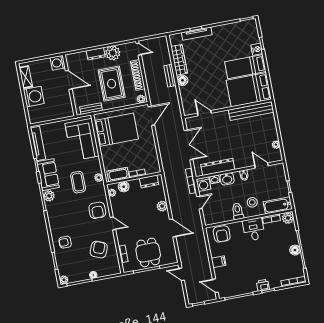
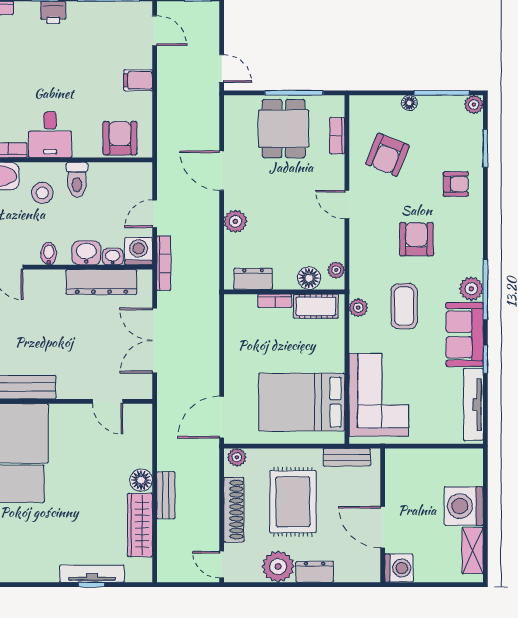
armchair: (97, 210) -> (416, 239), moved

